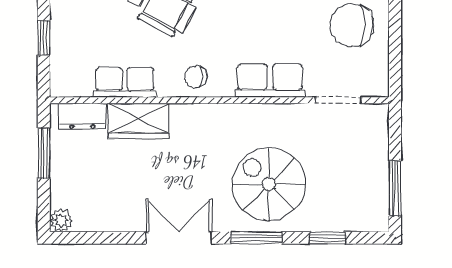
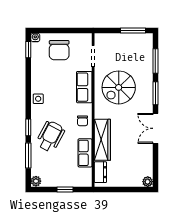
wardrobe: (138, 121) -> (102, 140), width x1.50
window: (44, 153) -> (117, 190), removed
spiral stairs: (269, 184) -> (119, 87), moved
window: (328, 238) -> (155, 61), width x1.50

